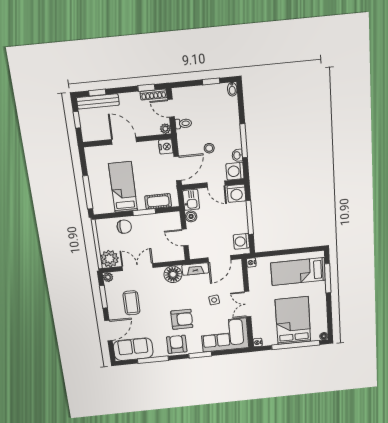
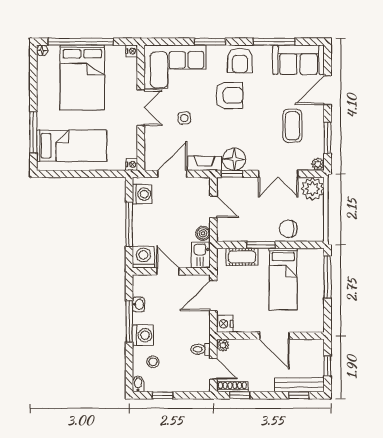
stool: (209, 148) -> (153, 362), moved
washing machine: (235, 171) -> (143, 335), moved
window: (173, 263) -> (232, 174), added
armchair: (182, 319) -> (229, 95), turned 180

